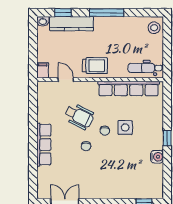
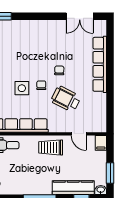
window: (33, 39) -> (110, 173), added
row of seats: (44, 145) -> (100, 64), width x1.36

